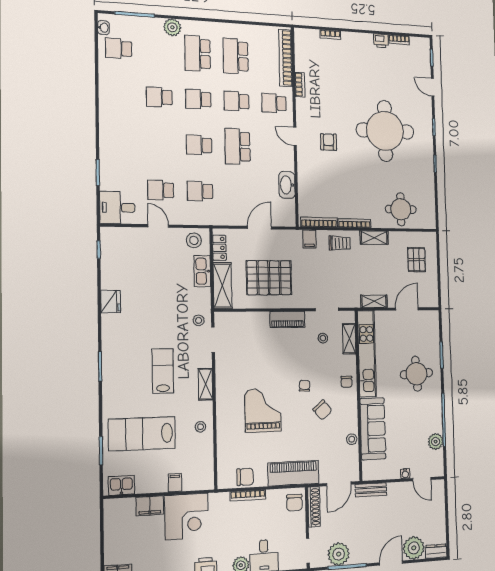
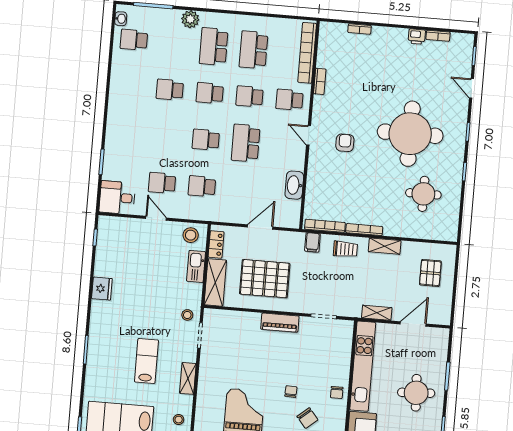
round table: (401, 209) -> (423, 194), moved
stool: (323, 338) -> (316, 345), removed
shelving: (349, 339) -> (345, 349), removed

